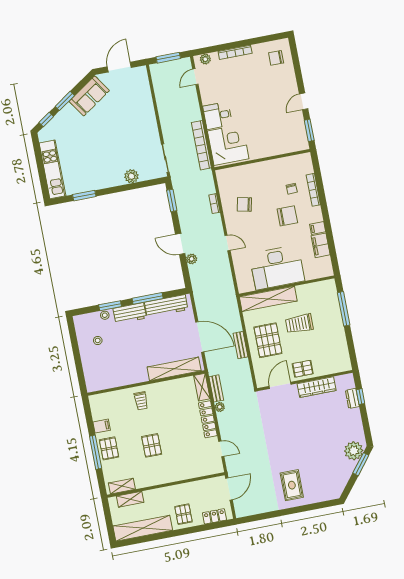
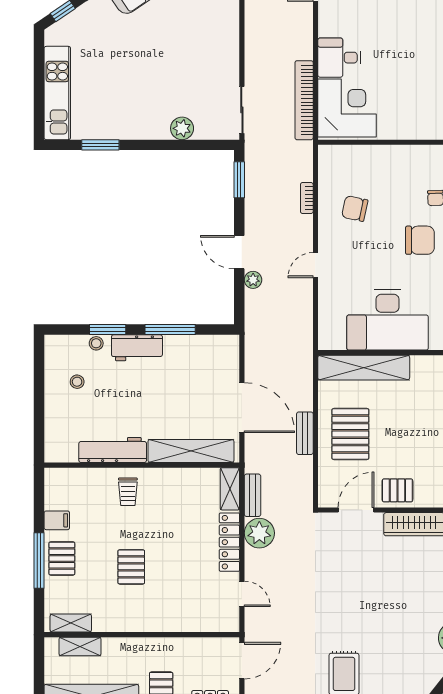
door: (227, 243) -> (315, 265), swing flipped
workbench: (166, 306) -> (113, 450), moved, turned 180
trolley: (299, 324) -> (406, 417), removed
plant: (220, 407) -> (259, 533), width x1.88, depth x1.88

